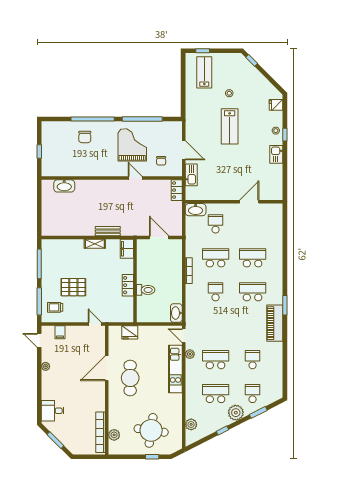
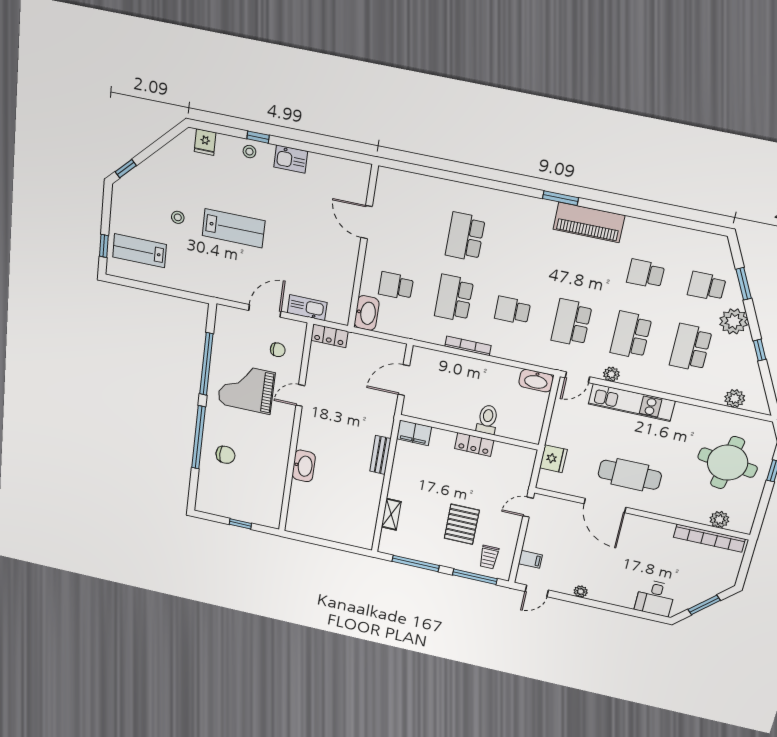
washbasin: (64, 186) -> (304, 466), moved
shelving: (95, 244) -> (391, 514), moved
school desk: (253, 292) -> (572, 323), moved

